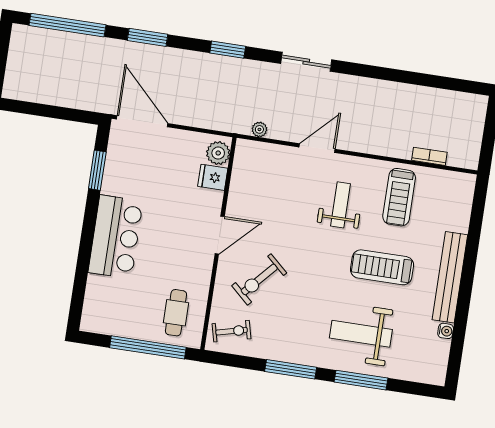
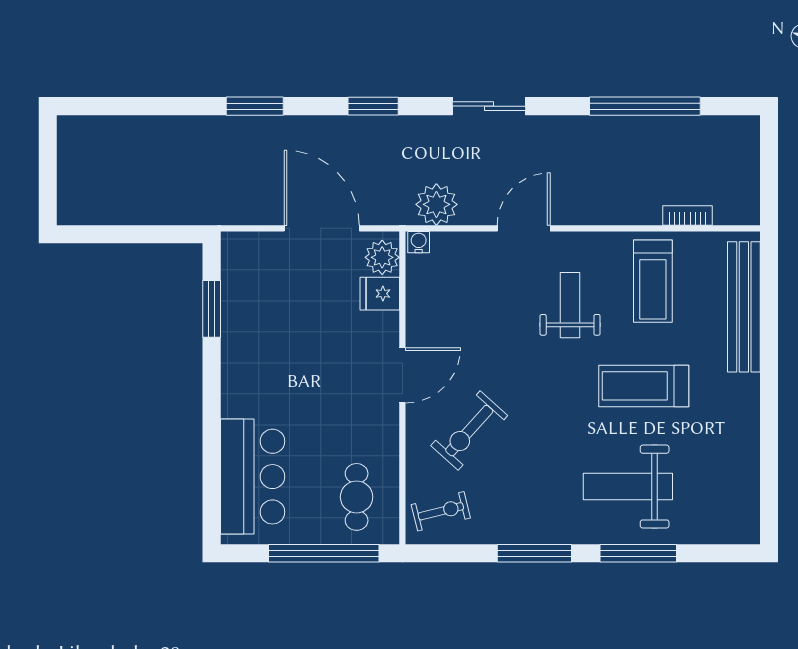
window: (67, 25) -> (645, 106), moved
door: (142, 121) -> (322, 228), moved
plant: (259, 129) -> (436, 204), width x1.88, depth x1.88
bar counter: (116, 237) -> (253, 477), moved
bench: (450, 277) -> (744, 307), moved
water cooler: (446, 331) -> (419, 242), moved, turned -90

